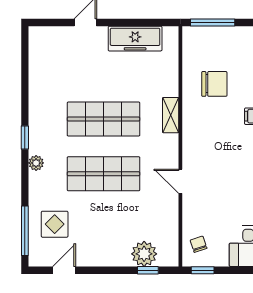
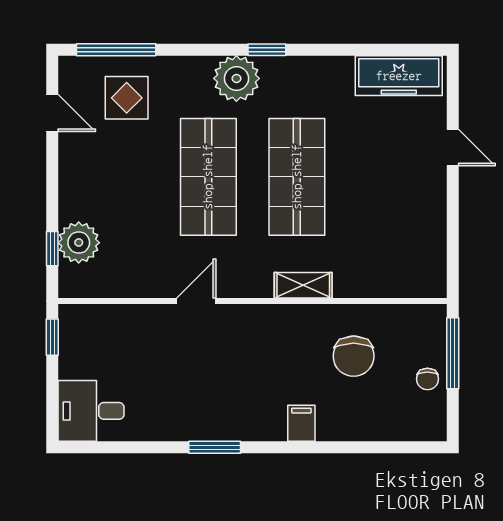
freezer: (135, 39) -> (399, 76), moved, turned -90
plant: (36, 163) -> (236, 78), width x1.87, depth x1.87
chair: (199, 244) -> (427, 379), moved, turned 108

